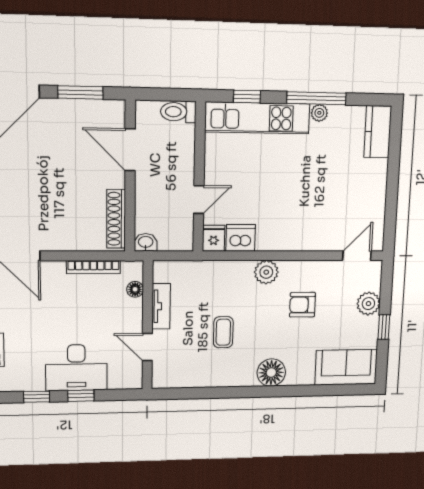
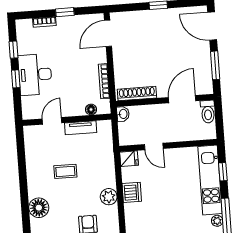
toilet: (178, 112) -> (208, 112), moved, turned 180
dishwasher: (241, 238) -> (132, 192), moved

